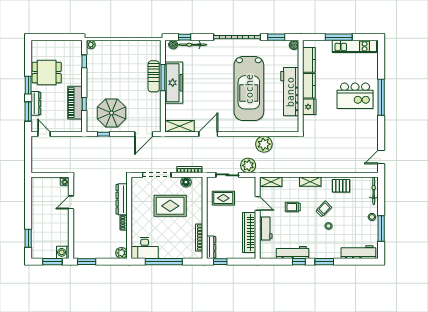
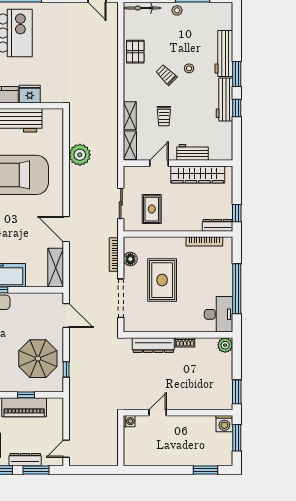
plant: (248, 165) -> (108, 176), removed
shelving: (310, 182) -> (130, 116), moved
door: (71, 202) -> (158, 413), swing flipped
workbench: (292, 252) -> (224, 99), moved
workbench: (358, 252) -> (224, 54), moved

